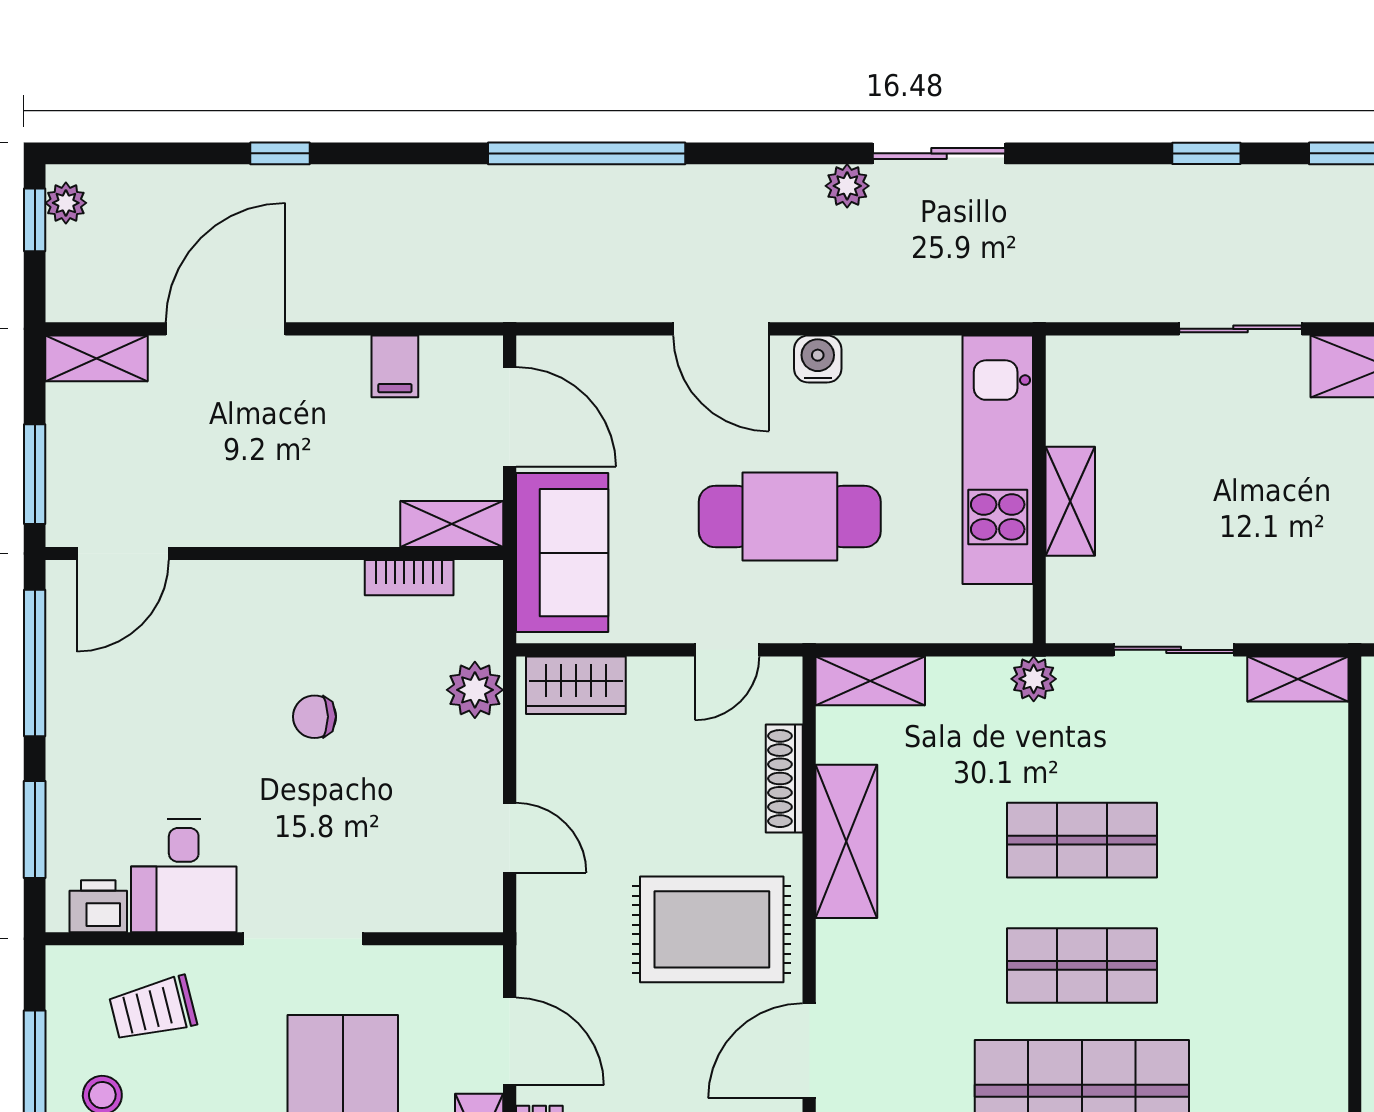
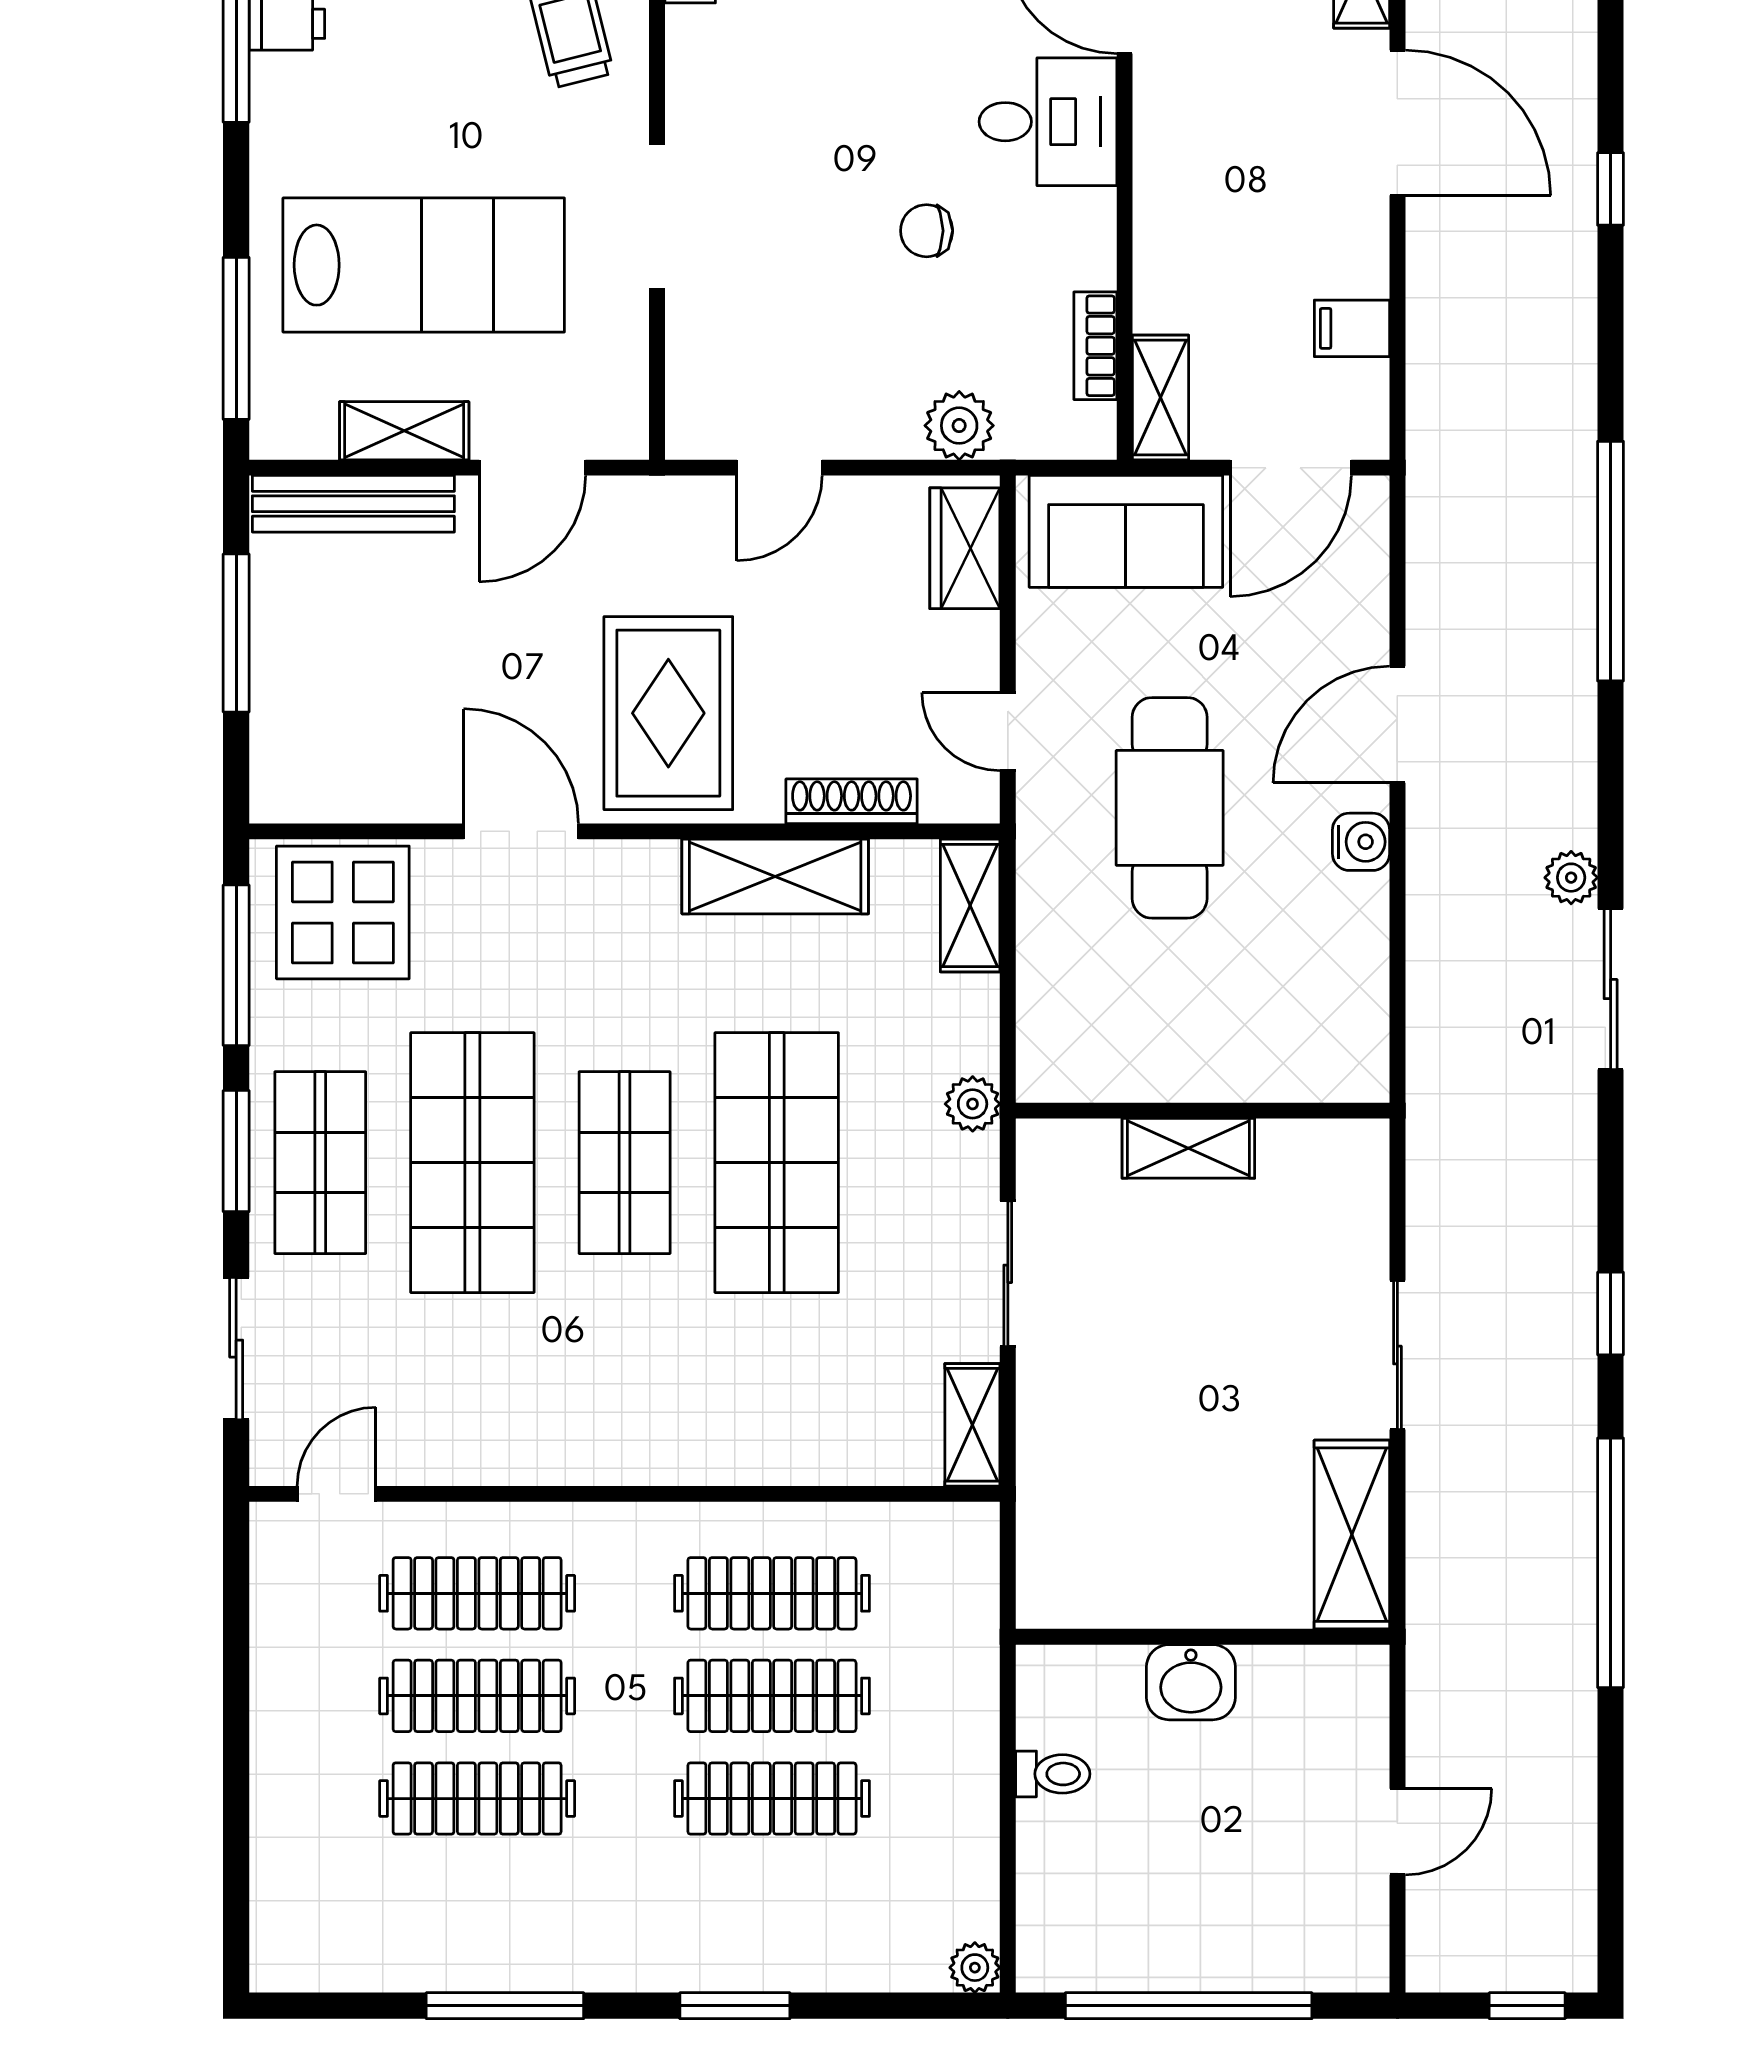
kitchen unit: (998, 460) -> (1239, 1060), removed
chair: (314, 717) -> (927, 231), turned -90
shop shelf: (1082, 840) -> (777, 1163), width x1.43, depth x1.36
desk: (184, 876) -> (1048, 122), moved, turned 180

